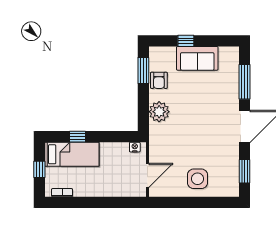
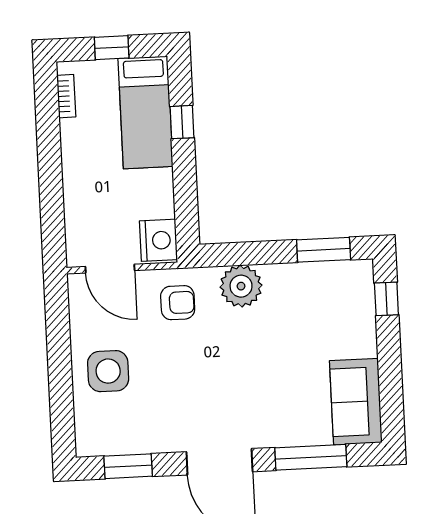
window: (186, 41) -> (386, 299), moved
sofa: (197, 58) -> (356, 402), moved
armchair: (159, 80) -> (178, 303), moved, turned 180
nightstand: (135, 147) -> (158, 240), width x1.89, depth x1.79

